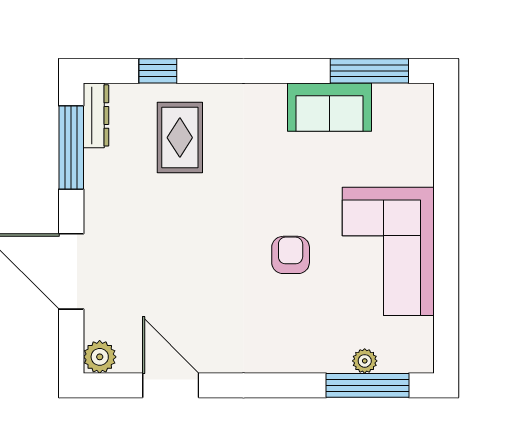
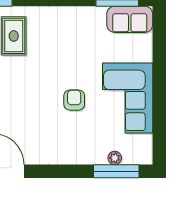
sofa: (330, 107) -> (130, 19), moved

